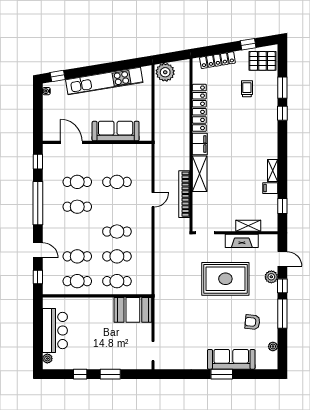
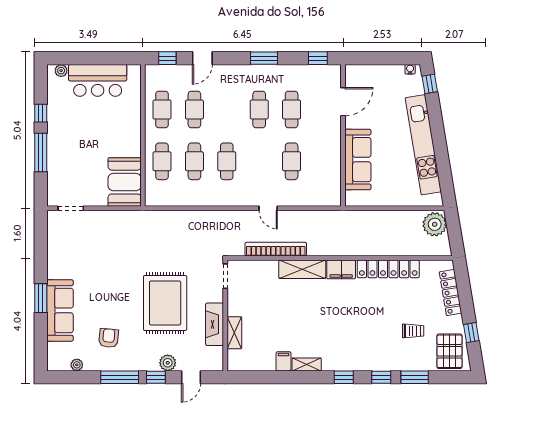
window: (38, 203) -> (264, 58), width x0.47
window: (282, 206) -> (344, 377), moved
window: (110, 374) -> (41, 153), width x1.44

